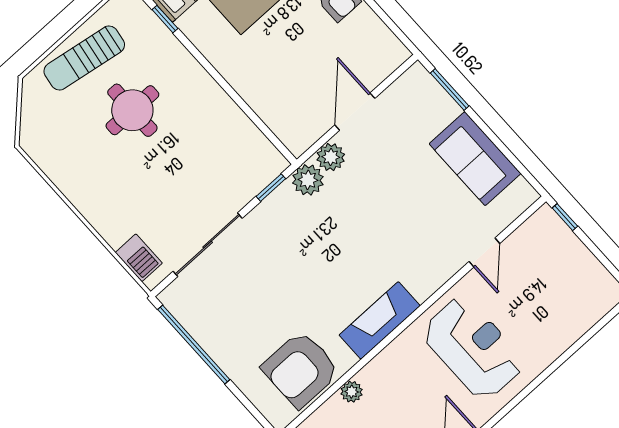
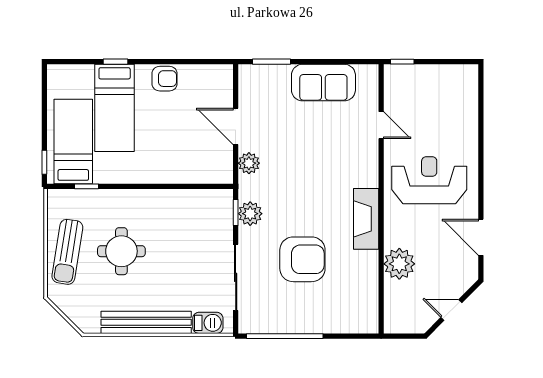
plant: (308, 180) -> (250, 214), moved
bench: (85, 197) -> (146, 322), added
armchair: (301, 369) -> (302, 259), moved, turned -90
plant: (352, 392) -> (399, 264), width x1.87, depth x1.87

